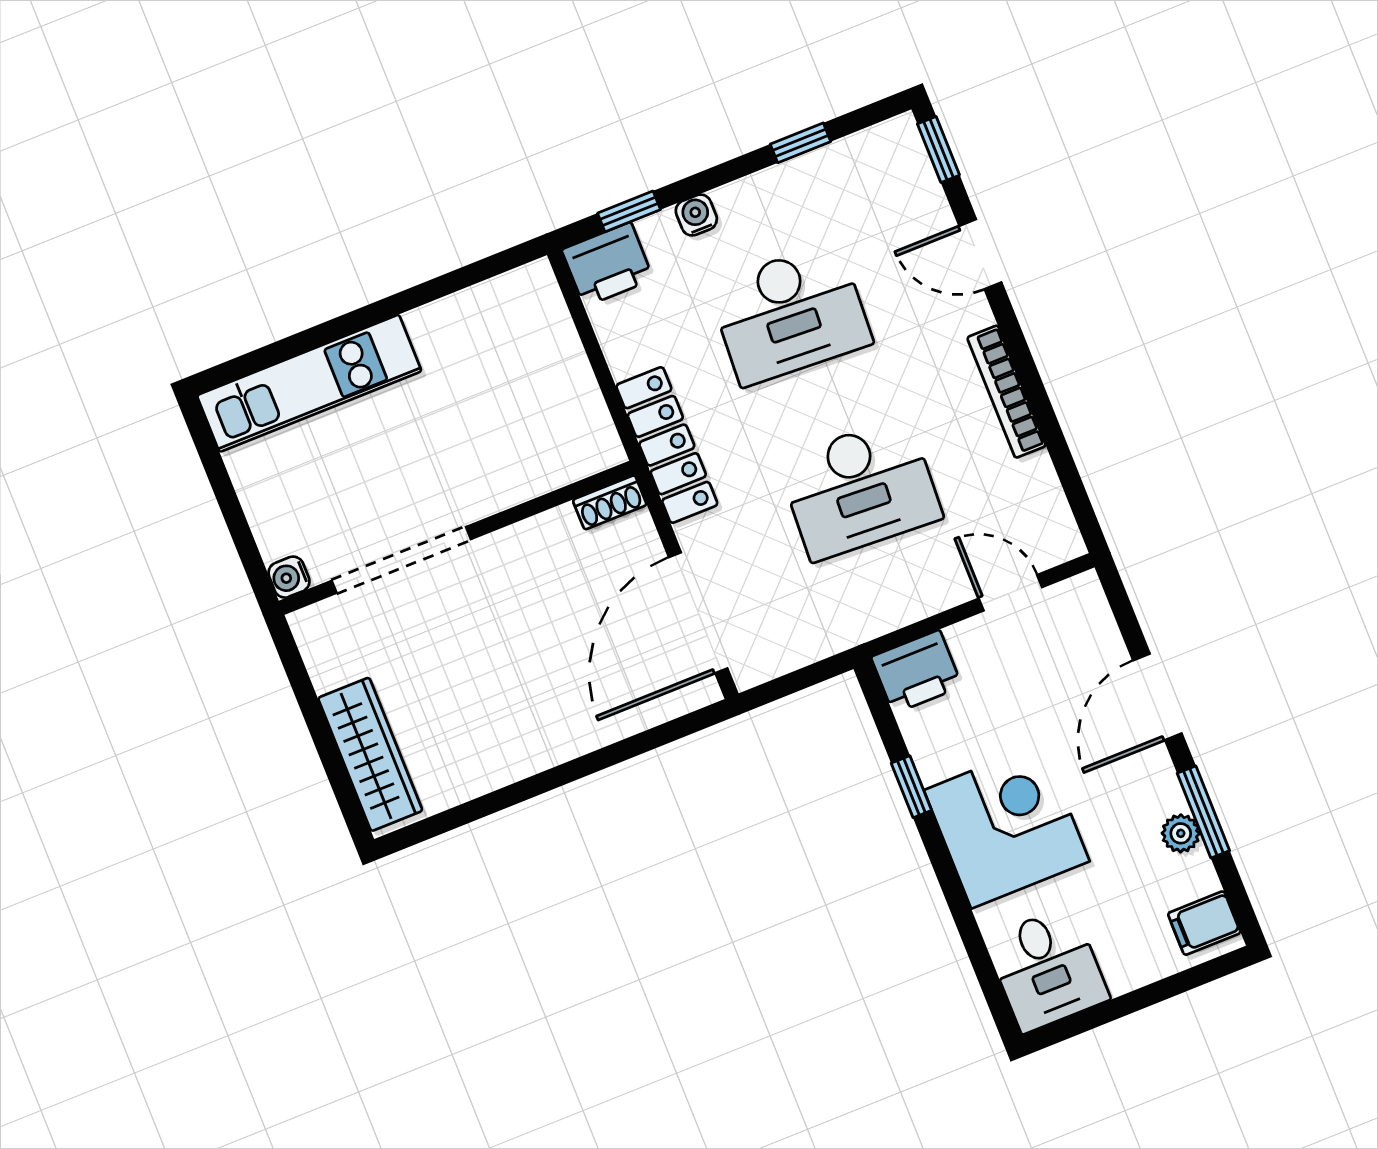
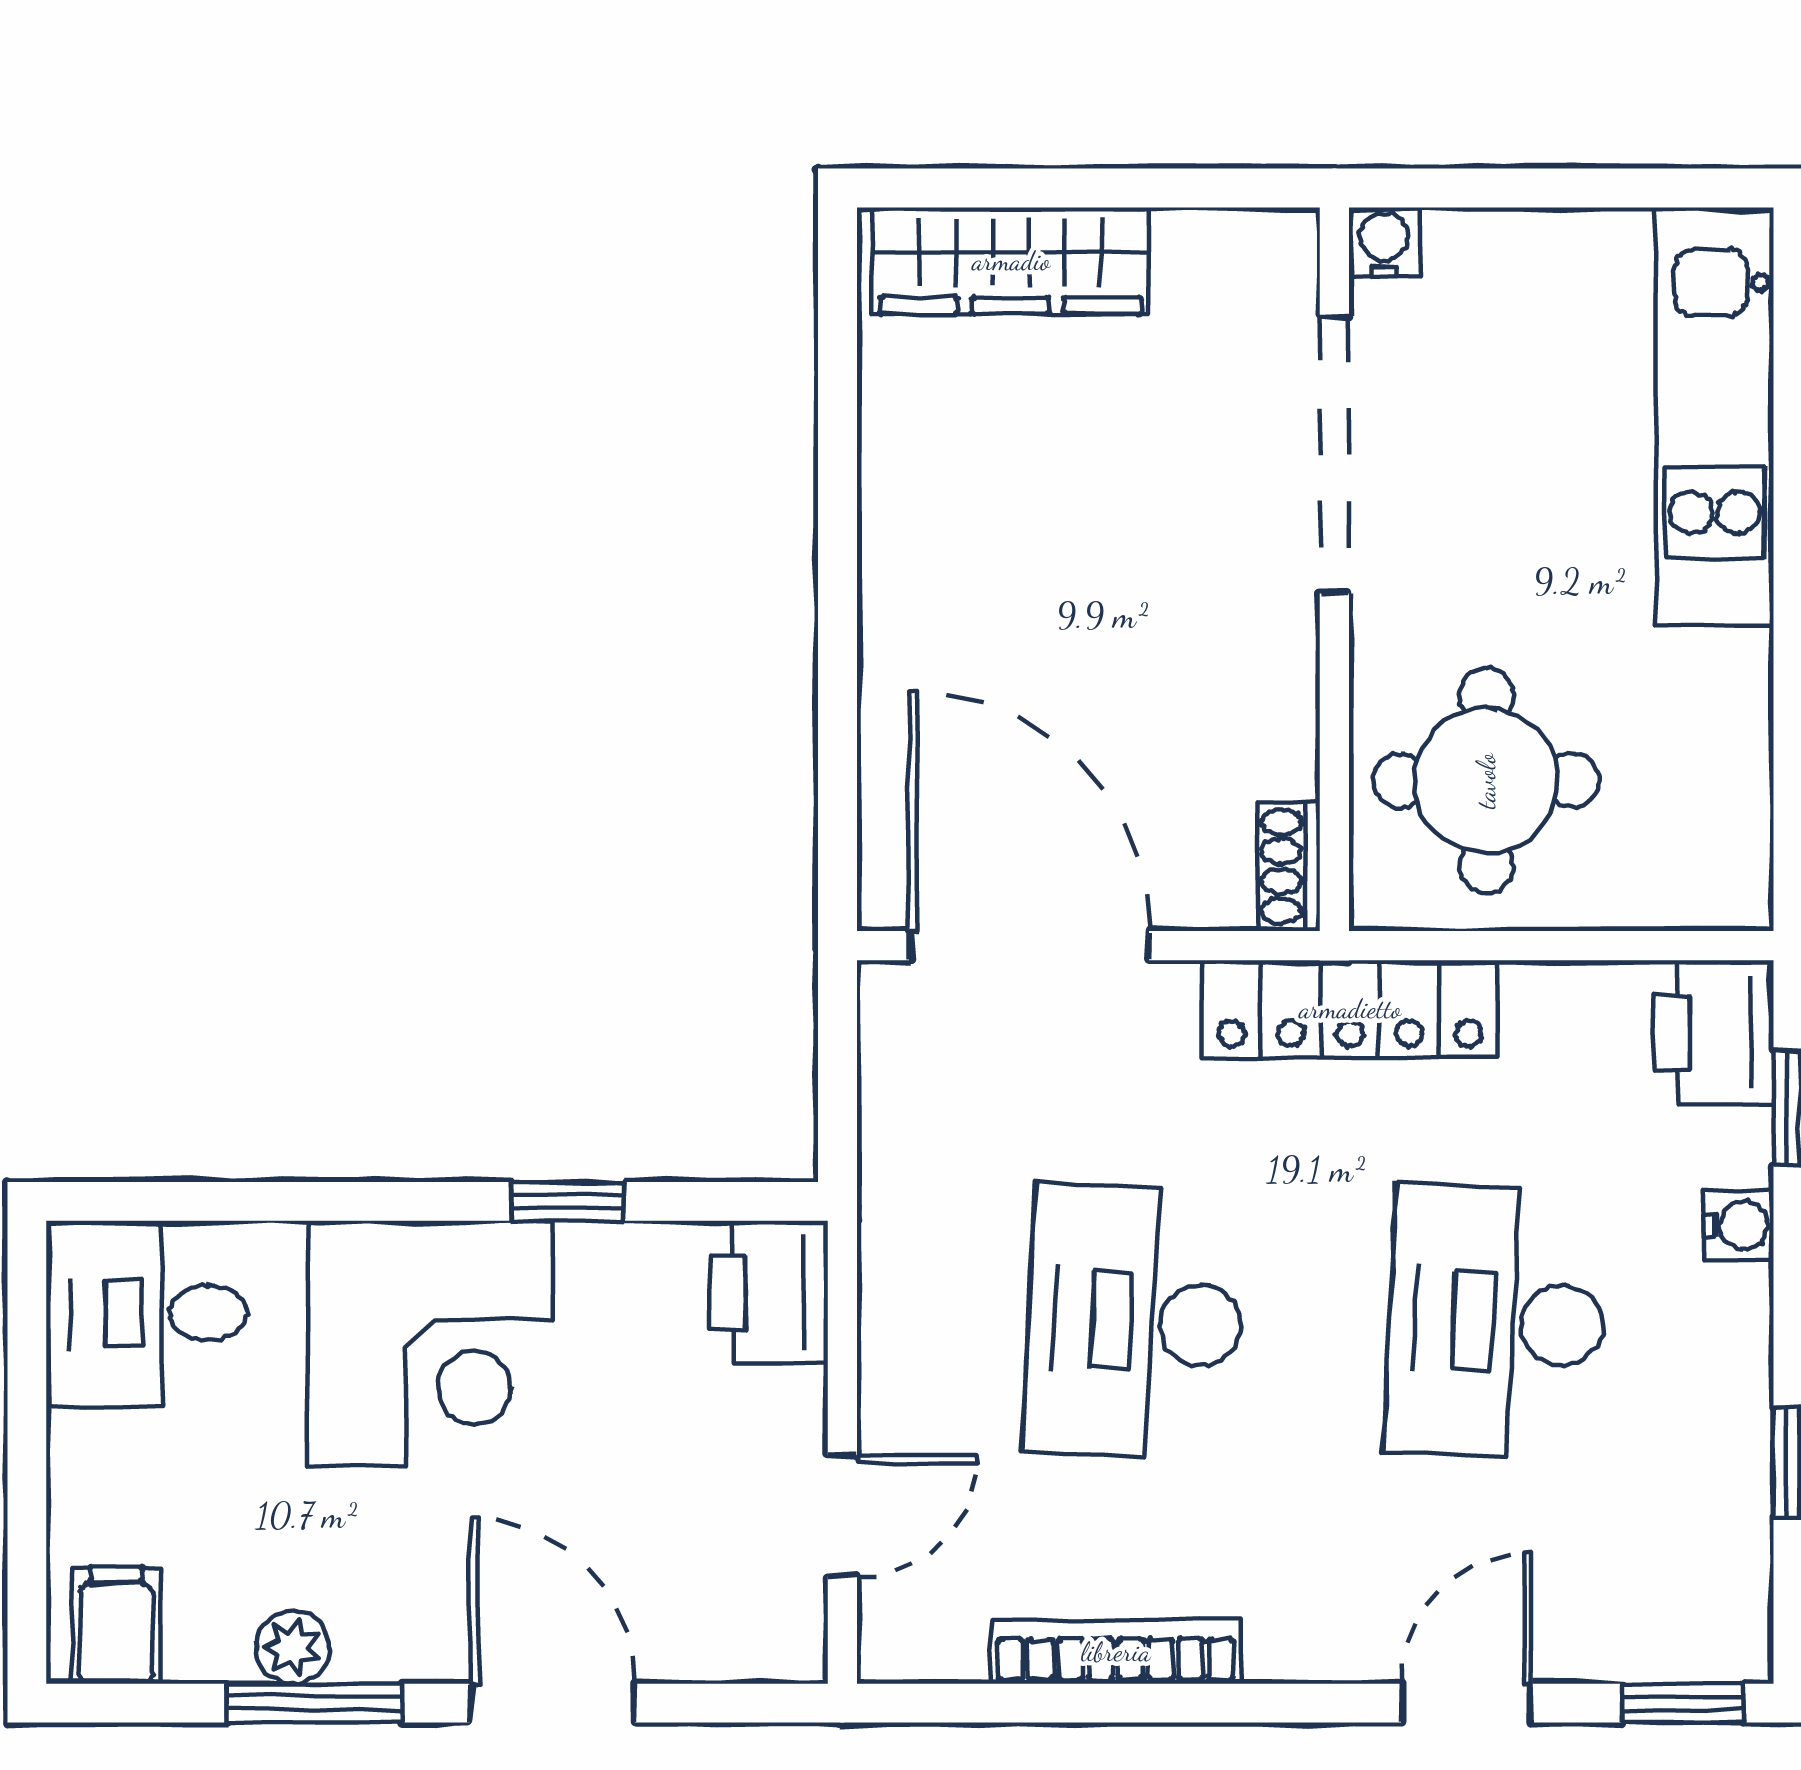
bookcase: (1006, 392) -> (1116, 1652), moved
round table: (530, 423) -> (1486, 781), added

